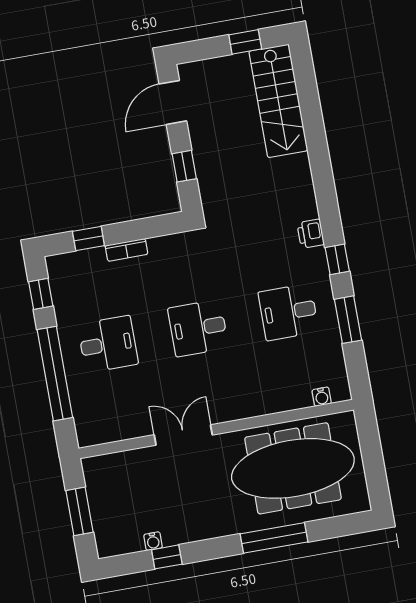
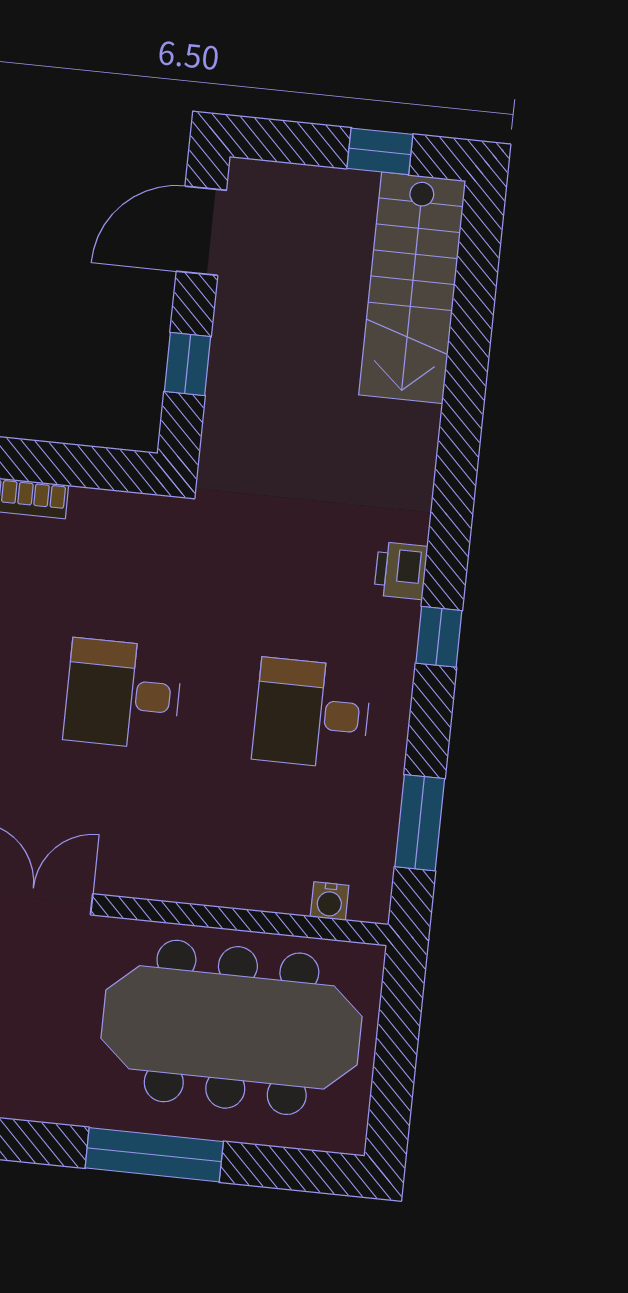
window: (348, 320) -> (420, 823), moved

